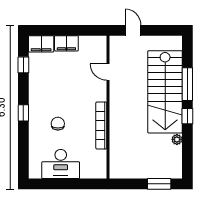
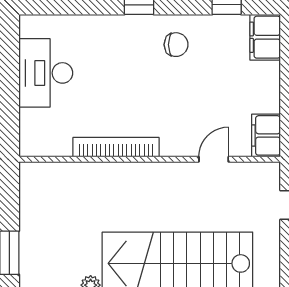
filing cabinet: (66, 43) -> (266, 135), moved
chair: (58, 124) -> (176, 45), moved

